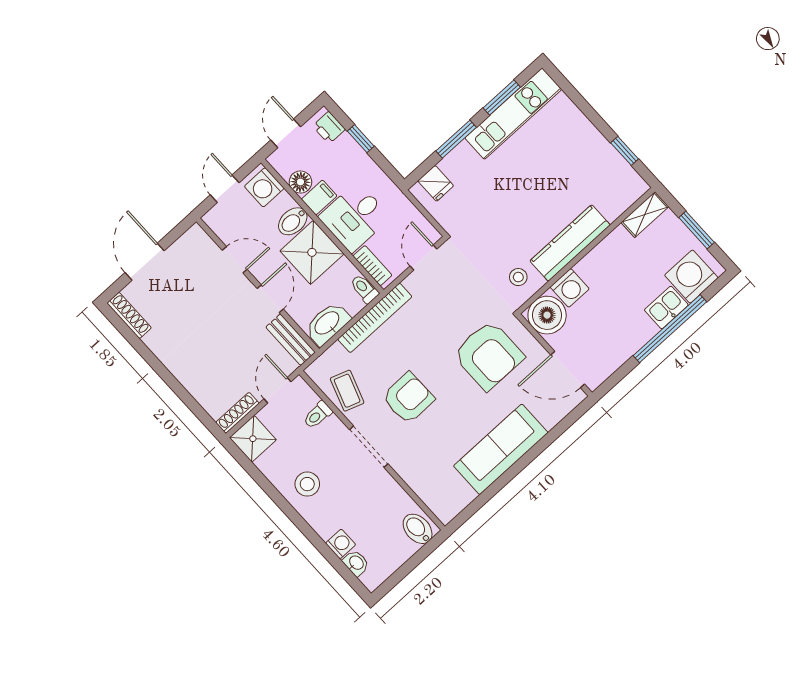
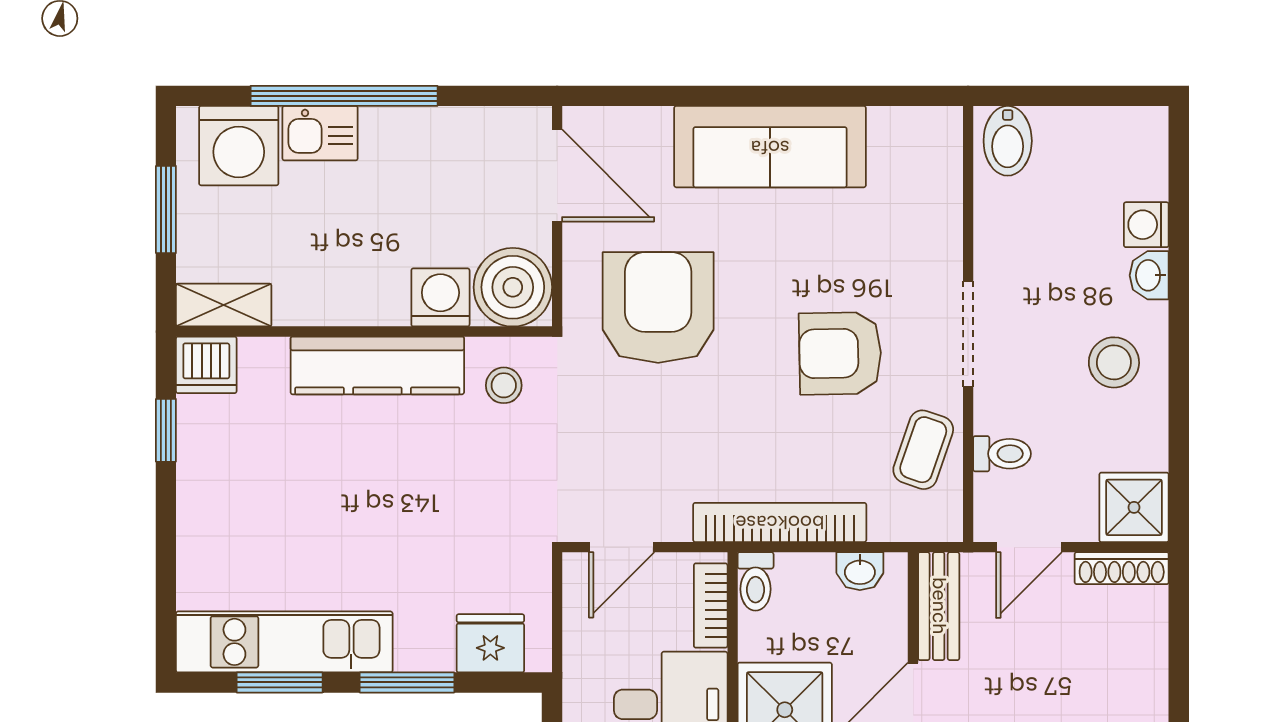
fridge: (436, 183) -> (490, 643), width x1.38
dishwasher: (631, 187) -> (206, 365), added
washbasin: (327, 323) -> (860, 571), width x0.52, depth x0.69
washbasin: (356, 563) -> (1149, 275), moved

